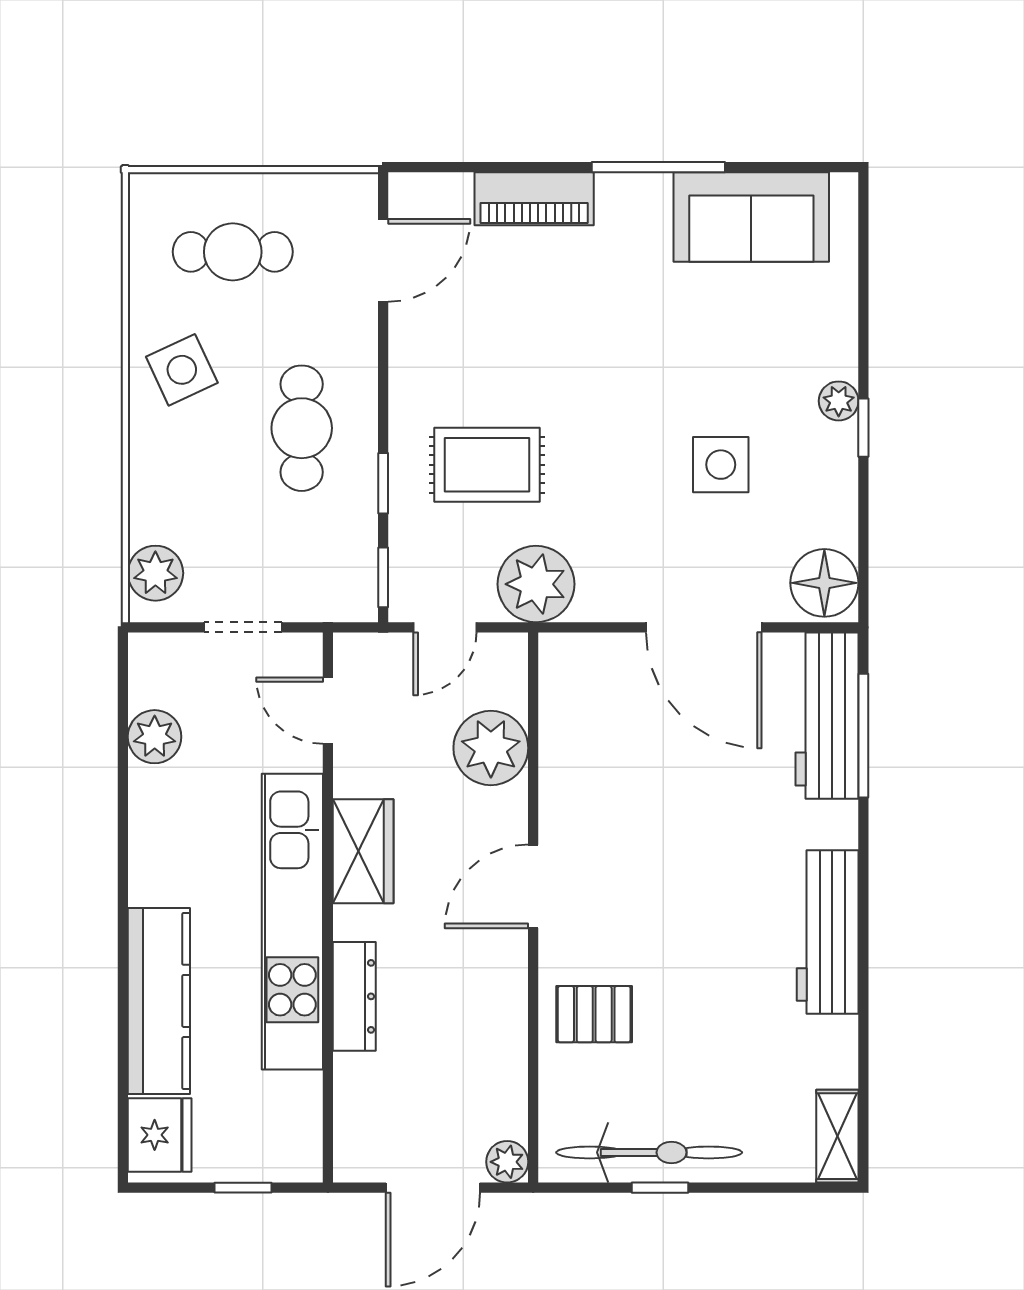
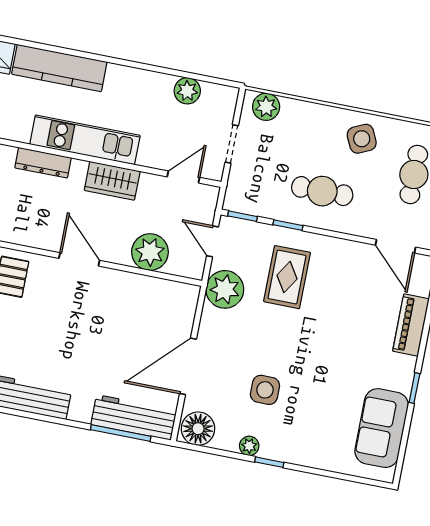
window: (658, 167) -> (414, 388), width x0.46
plant: (839, 401) -> (249, 446), moved
kitchen unit: (292, 922) -> (85, 140), width x0.73

